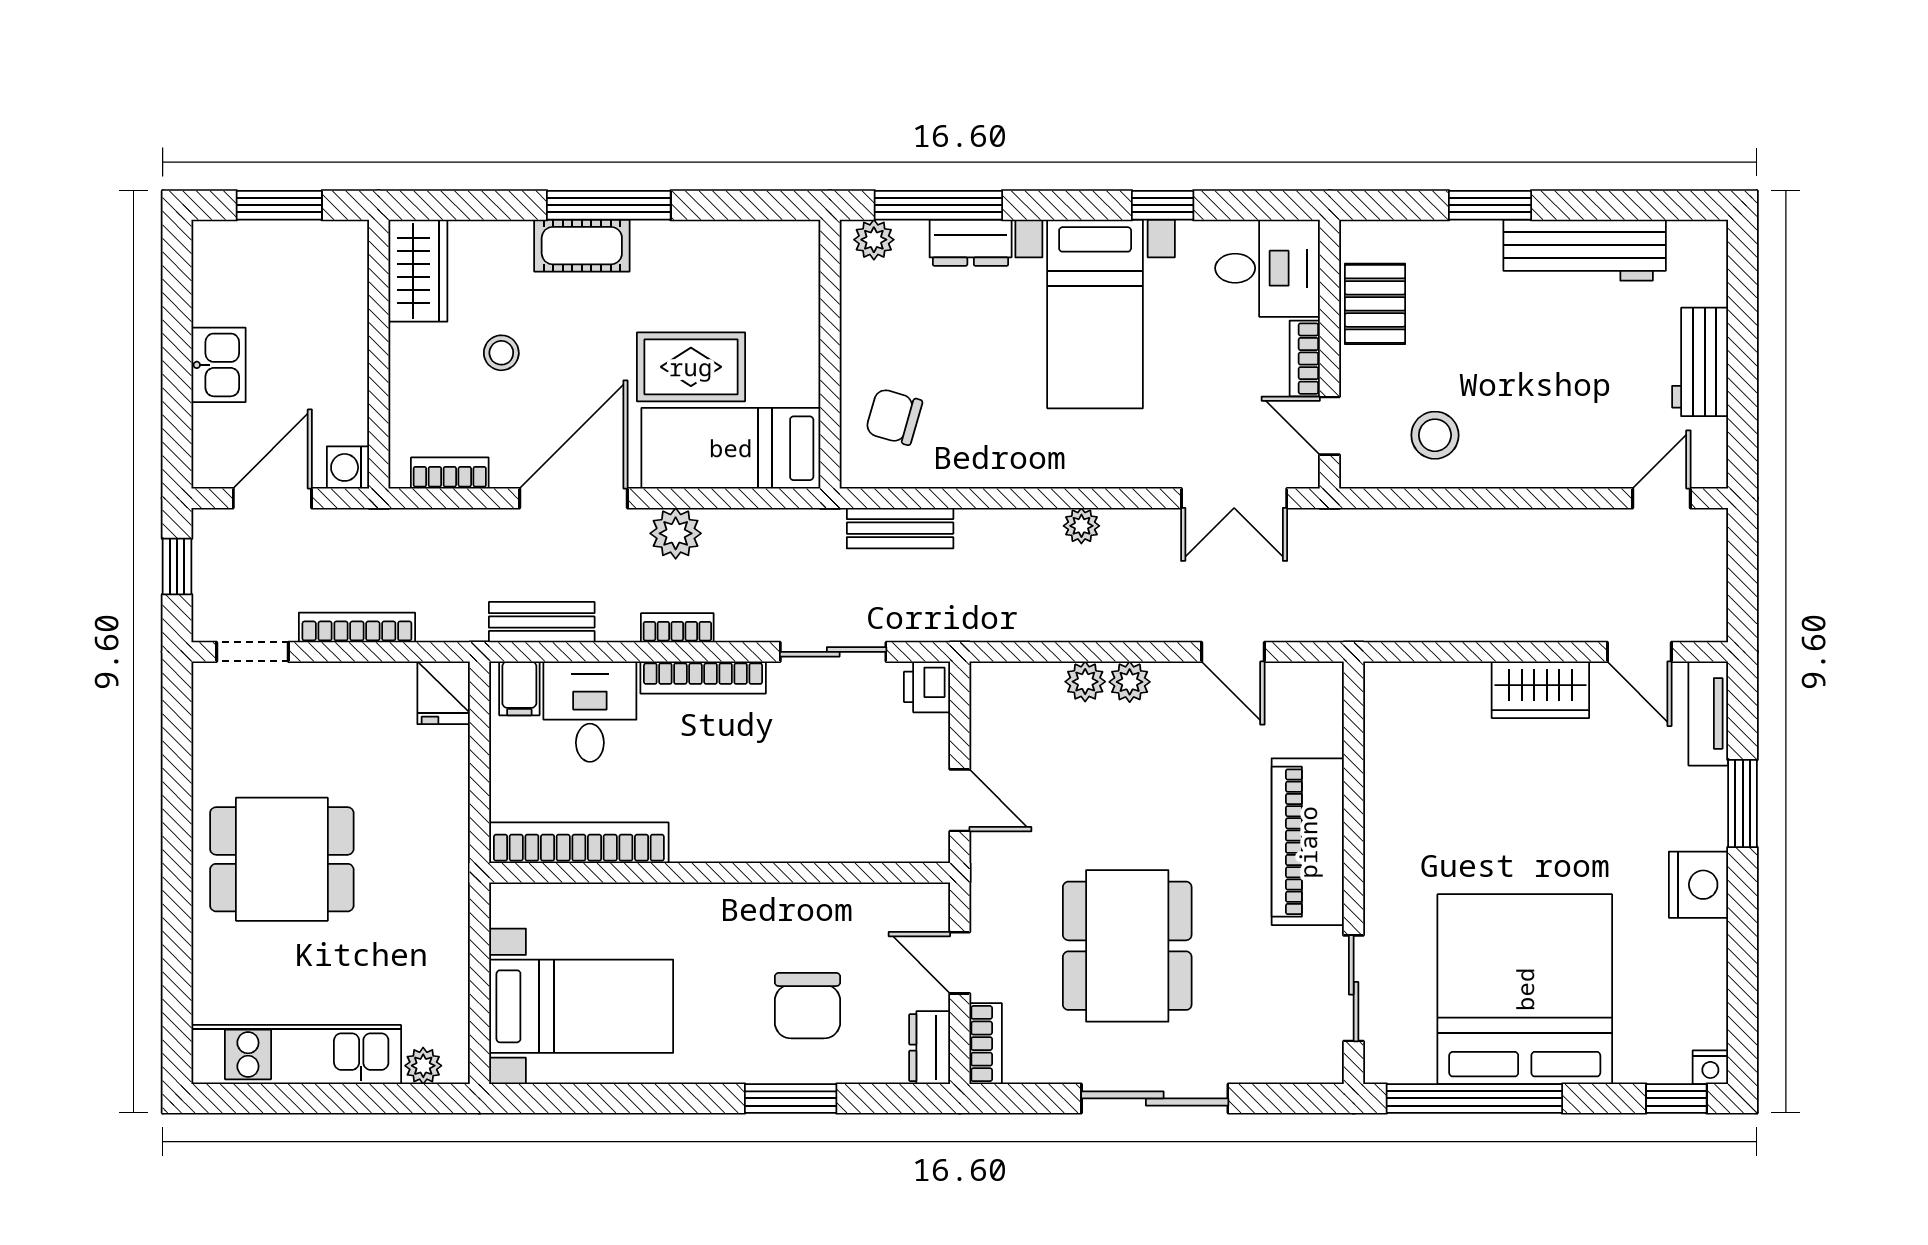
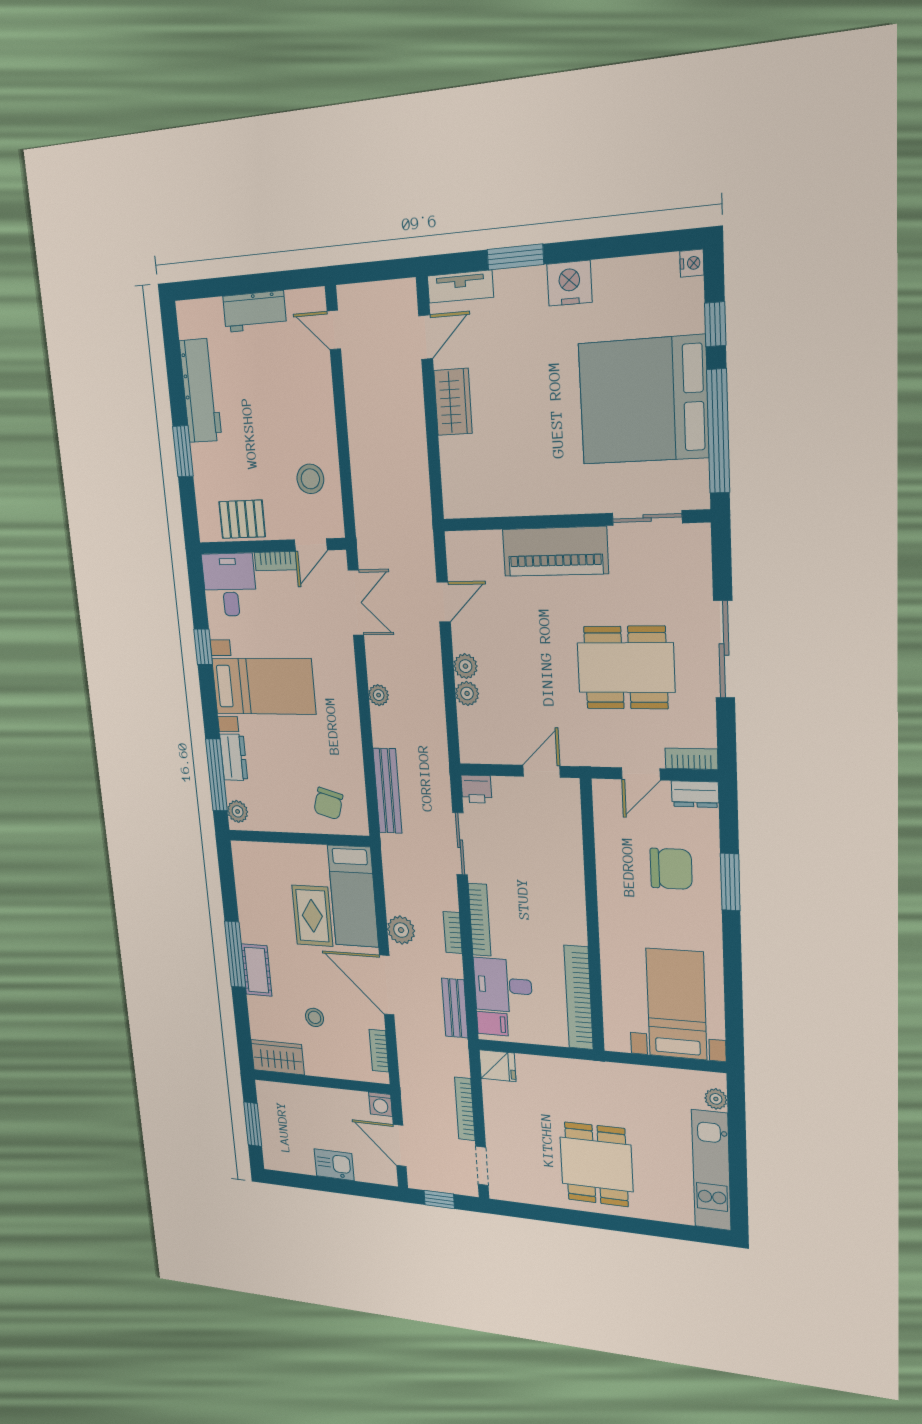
bench: (900, 528) -> (387, 791), width x1.36
window: (1676, 1098) -> (715, 324), moved

